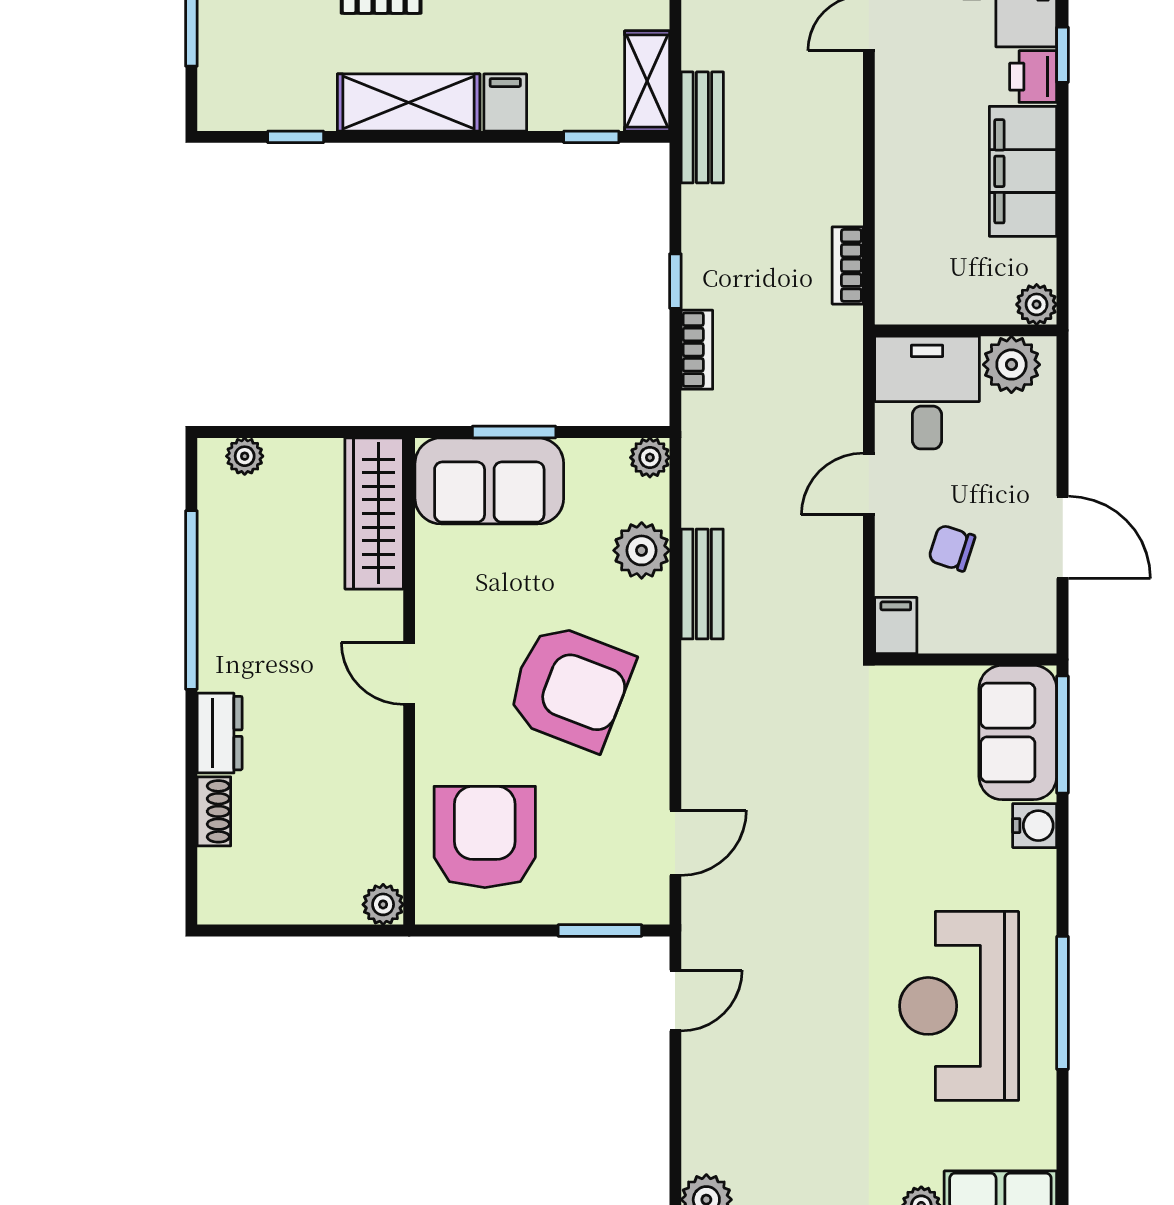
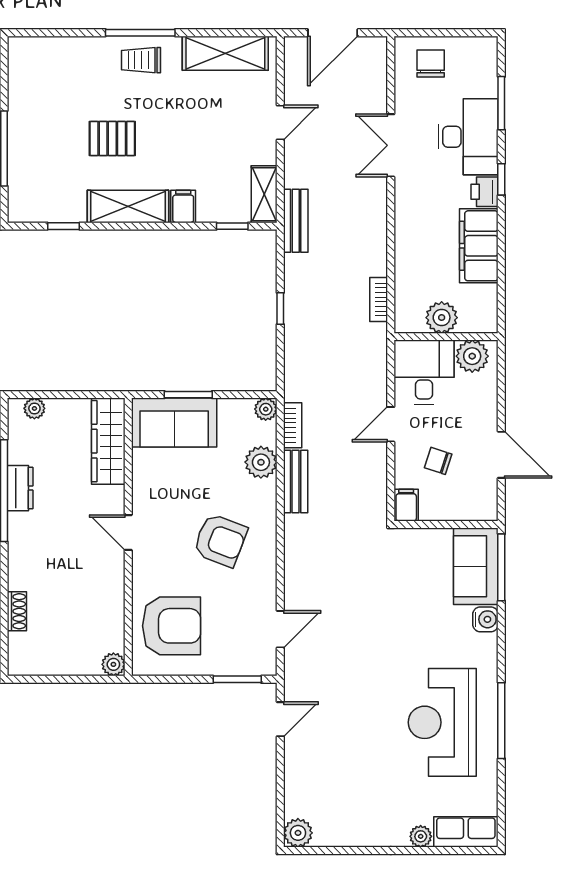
plant: (1037, 304) -> (442, 318), moved, width x1.38, depth x1.38
bookcase: (697, 350) -> (293, 425), moved
armchair: (570, 687) -> (220, 540), width x0.73, depth x0.73
dresser: (220, 733) -> (20, 488), moved
armchair: (485, 837) -> (171, 626), turned 90

